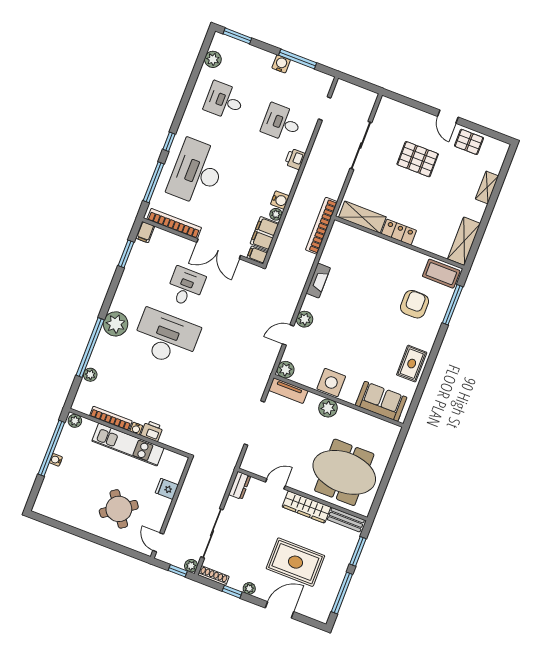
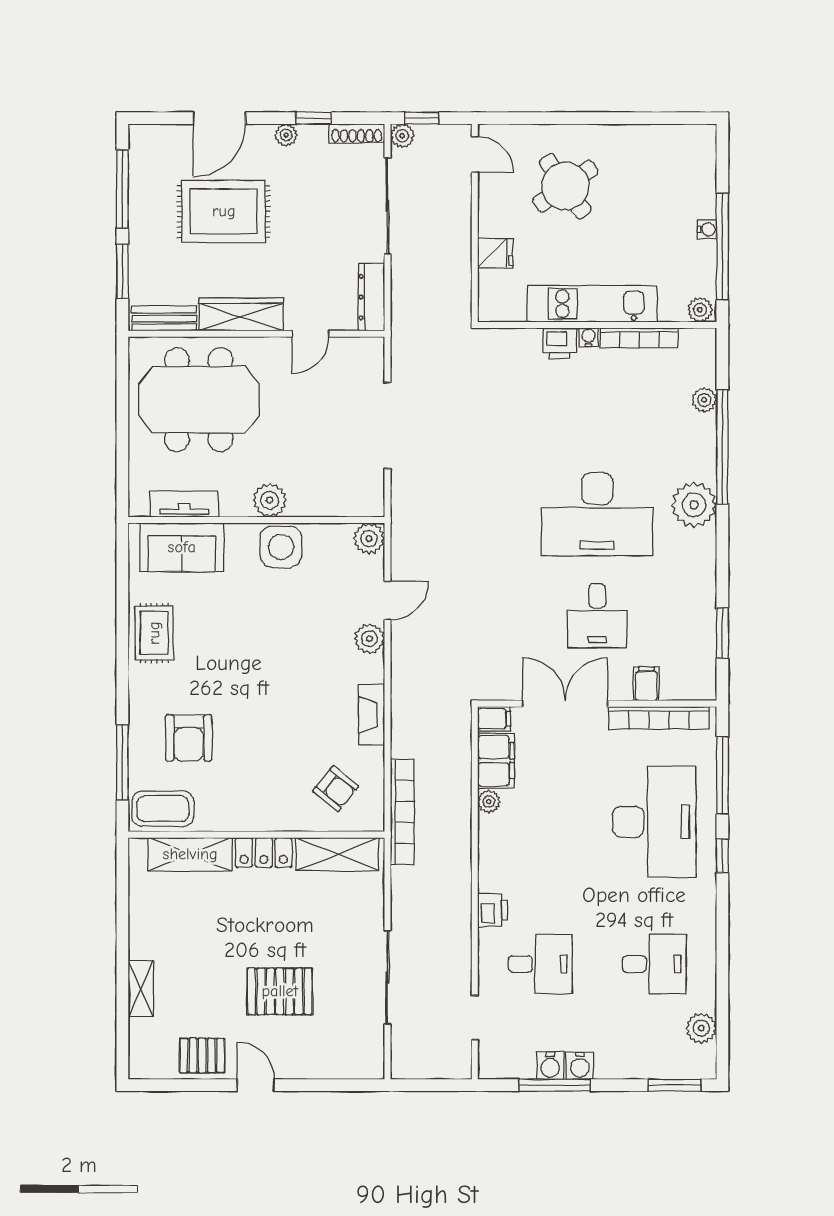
water cooler: (280, 200) -> (550, 1066), moved, turned -90
filing cabinet: (145, 232) -> (646, 684), moved
shelving: (464, 241) -> (190, 854), moved, turned 90
armchair: (350, 250) -> (336, 789), added
tv unit: (288, 391) -> (184, 504), moved
dresser: (240, 485) -> (371, 297), width x1.44

